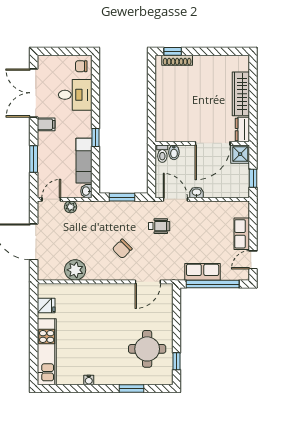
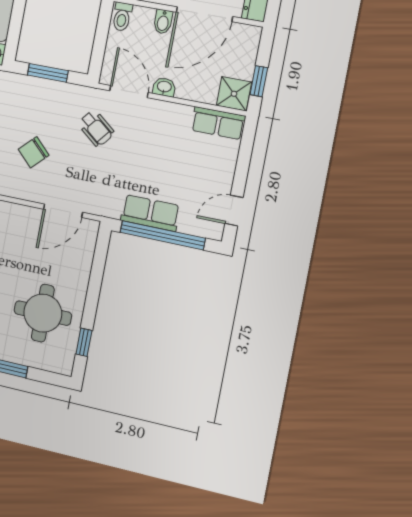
bidet: (174, 152) -> (163, 22), moved
shower: (240, 154) -> (234, 94), moved
wheelchair: (159, 226) -> (96, 128), turned 39
row of seats: (242, 234) -> (218, 123), moved, turned -90

